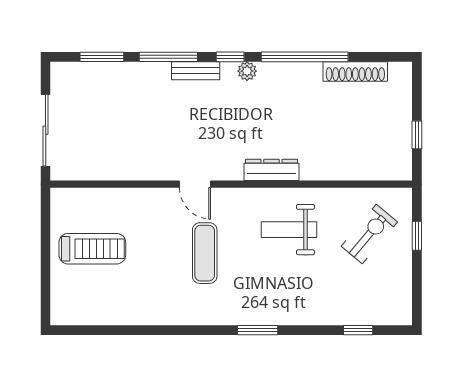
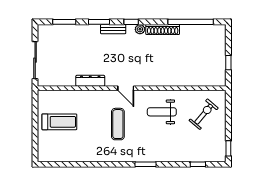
window: (168, 57) -> (99, 22), width x0.69
window: (305, 57) -> (191, 22), moved
shoe rack: (355, 72) -> (163, 29), moved
dresser: (272, 170) -> (90, 81), moved
door: (195, 184) -> (126, 88), moved
window: (417, 236) -> (228, 148), moved

